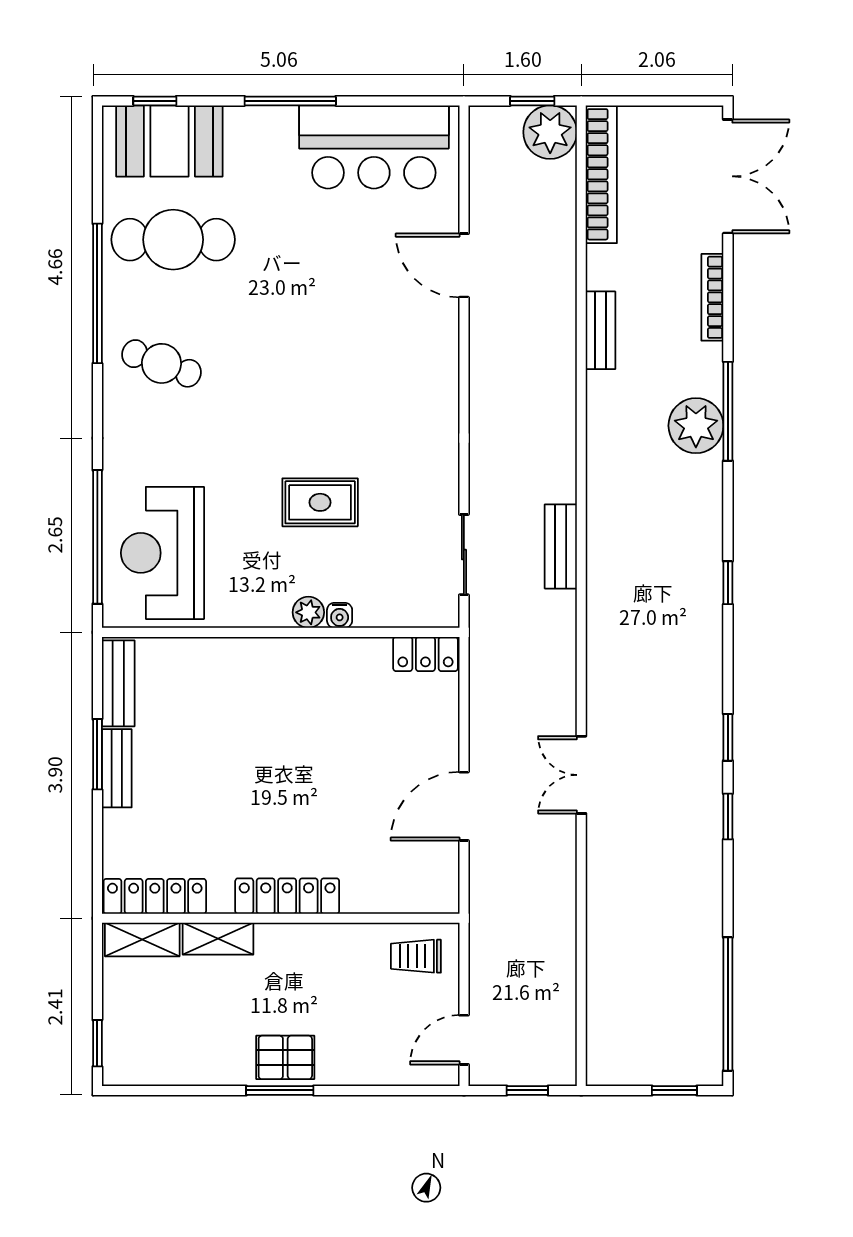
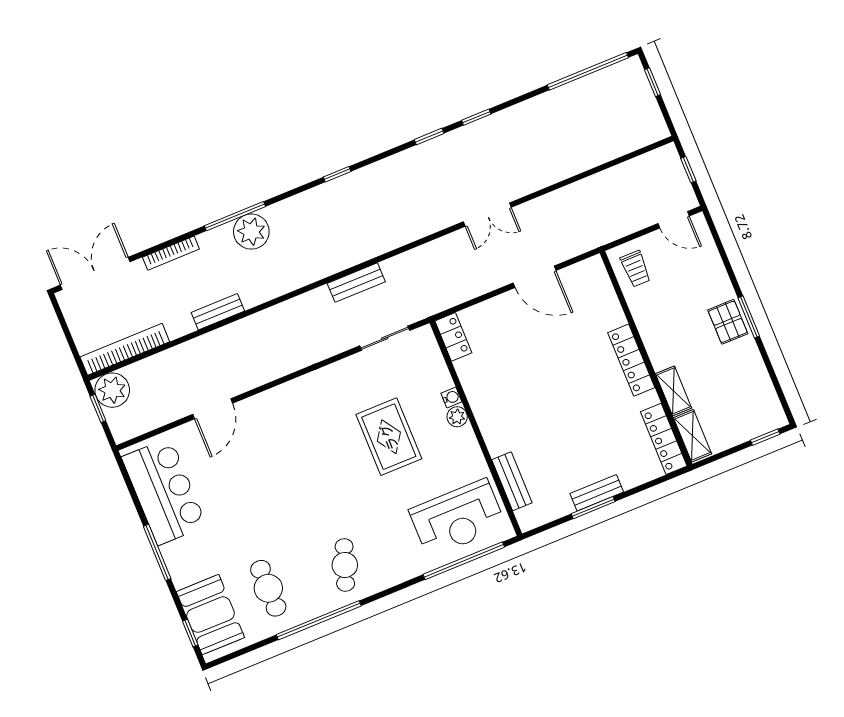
cafe table: (173, 240) -> (268, 588), width x0.73, depth x0.74
rug: (320, 502) -> (389, 437), width x1.36, depth x1.43
bench: (118, 683) -> (512, 481), moved, turned 90

